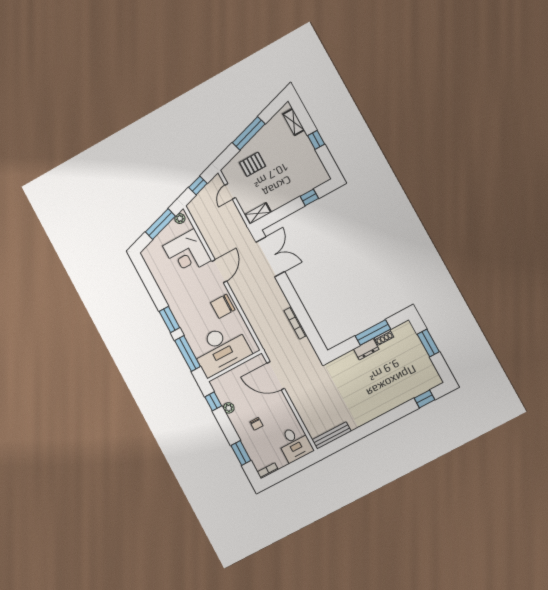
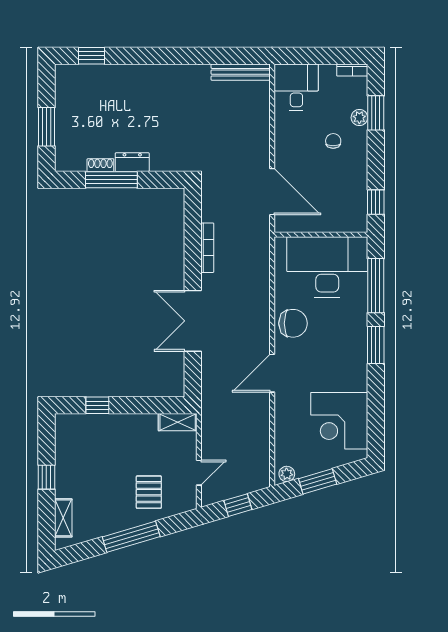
pallet: (253, 164) -> (149, 492), turned 90
window: (160, 224) -> (318, 481), width x0.69
corner desk: (187, 253) -> (339, 421), moved, turned 180
double door: (270, 257) -> (193, 321), moved
plant: (229, 408) -> (359, 118), moved

